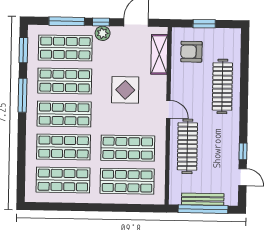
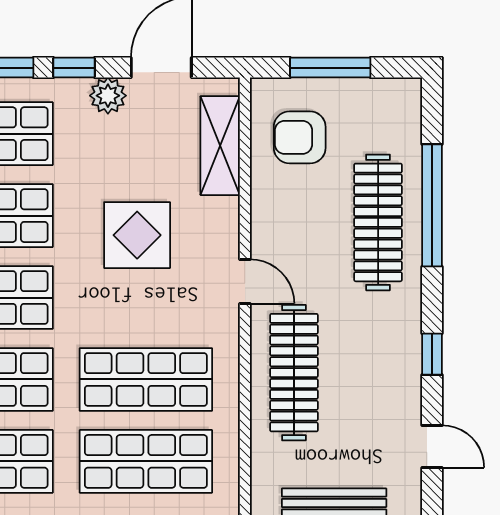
window: (204, 24) -> (330, 68), width x1.44
plant: (103, 33) -> (108, 96), moved
window: (244, 80) -> (432, 205), added
window: (243, 151) -> (432, 354), moved

